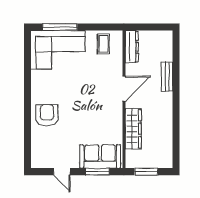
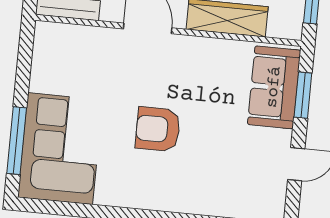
coffee table: (103, 44) -> (57, 60), removed
armchair: (47, 115) -> (158, 129), moved

